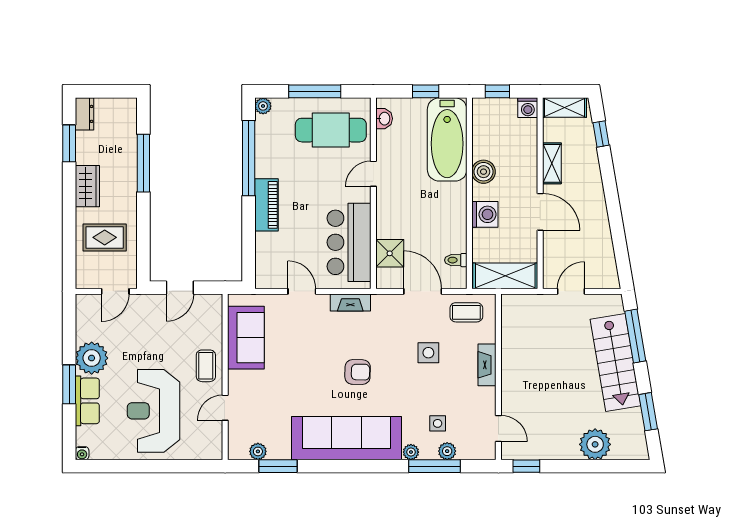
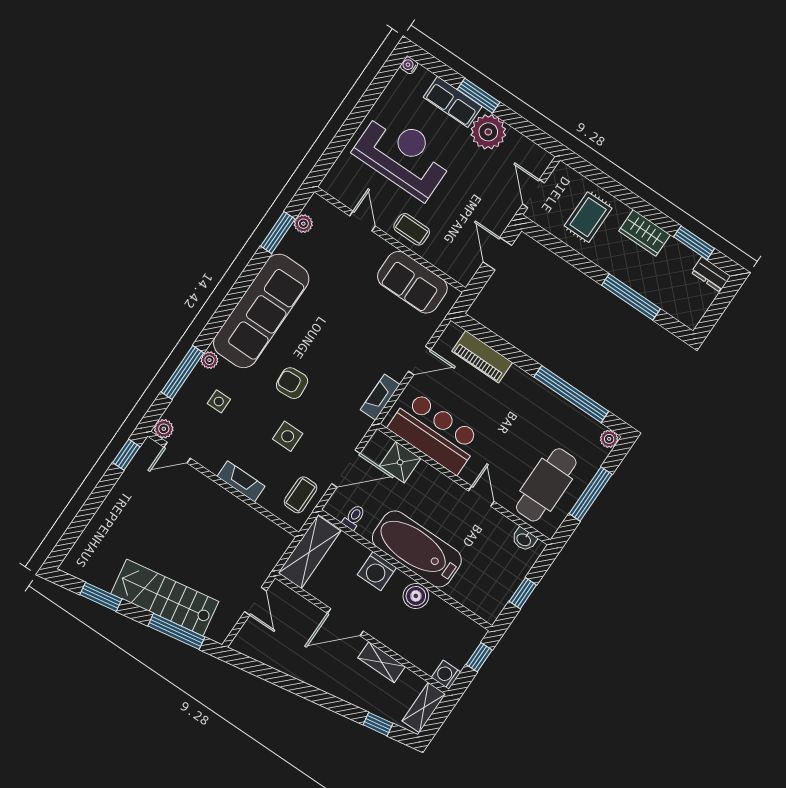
bathtub: (447, 139) -> (417, 549), moved
piano: (266, 205) -> (482, 357), moved
armchair: (358, 372) -> (292, 383), moved, turned 85
plant: (595, 444) -> (104, 529), removed
plant: (447, 451) -> (164, 429), moved

